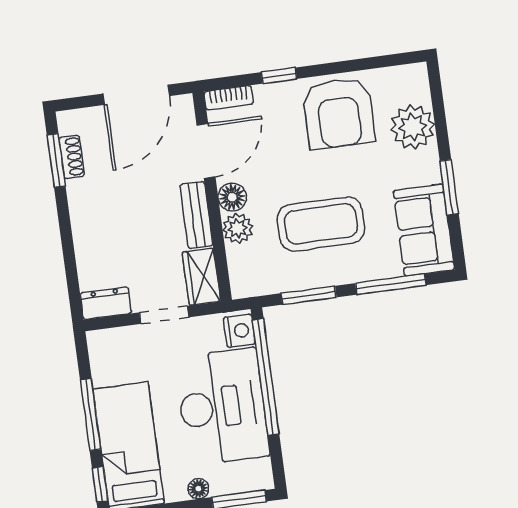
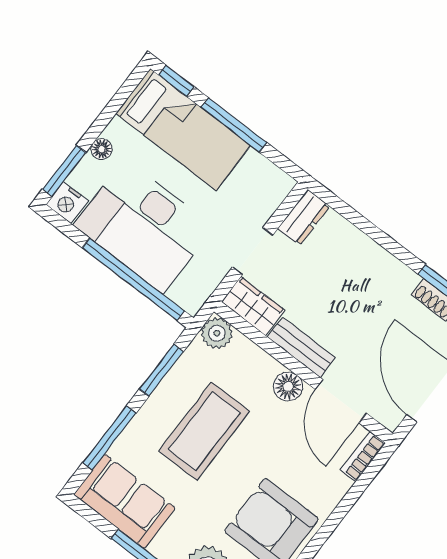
window: (279, 76) -> (342, 509), removed
plant: (238, 228) -> (217, 333), moved
nightstand: (239, 331) -> (67, 203), moved

